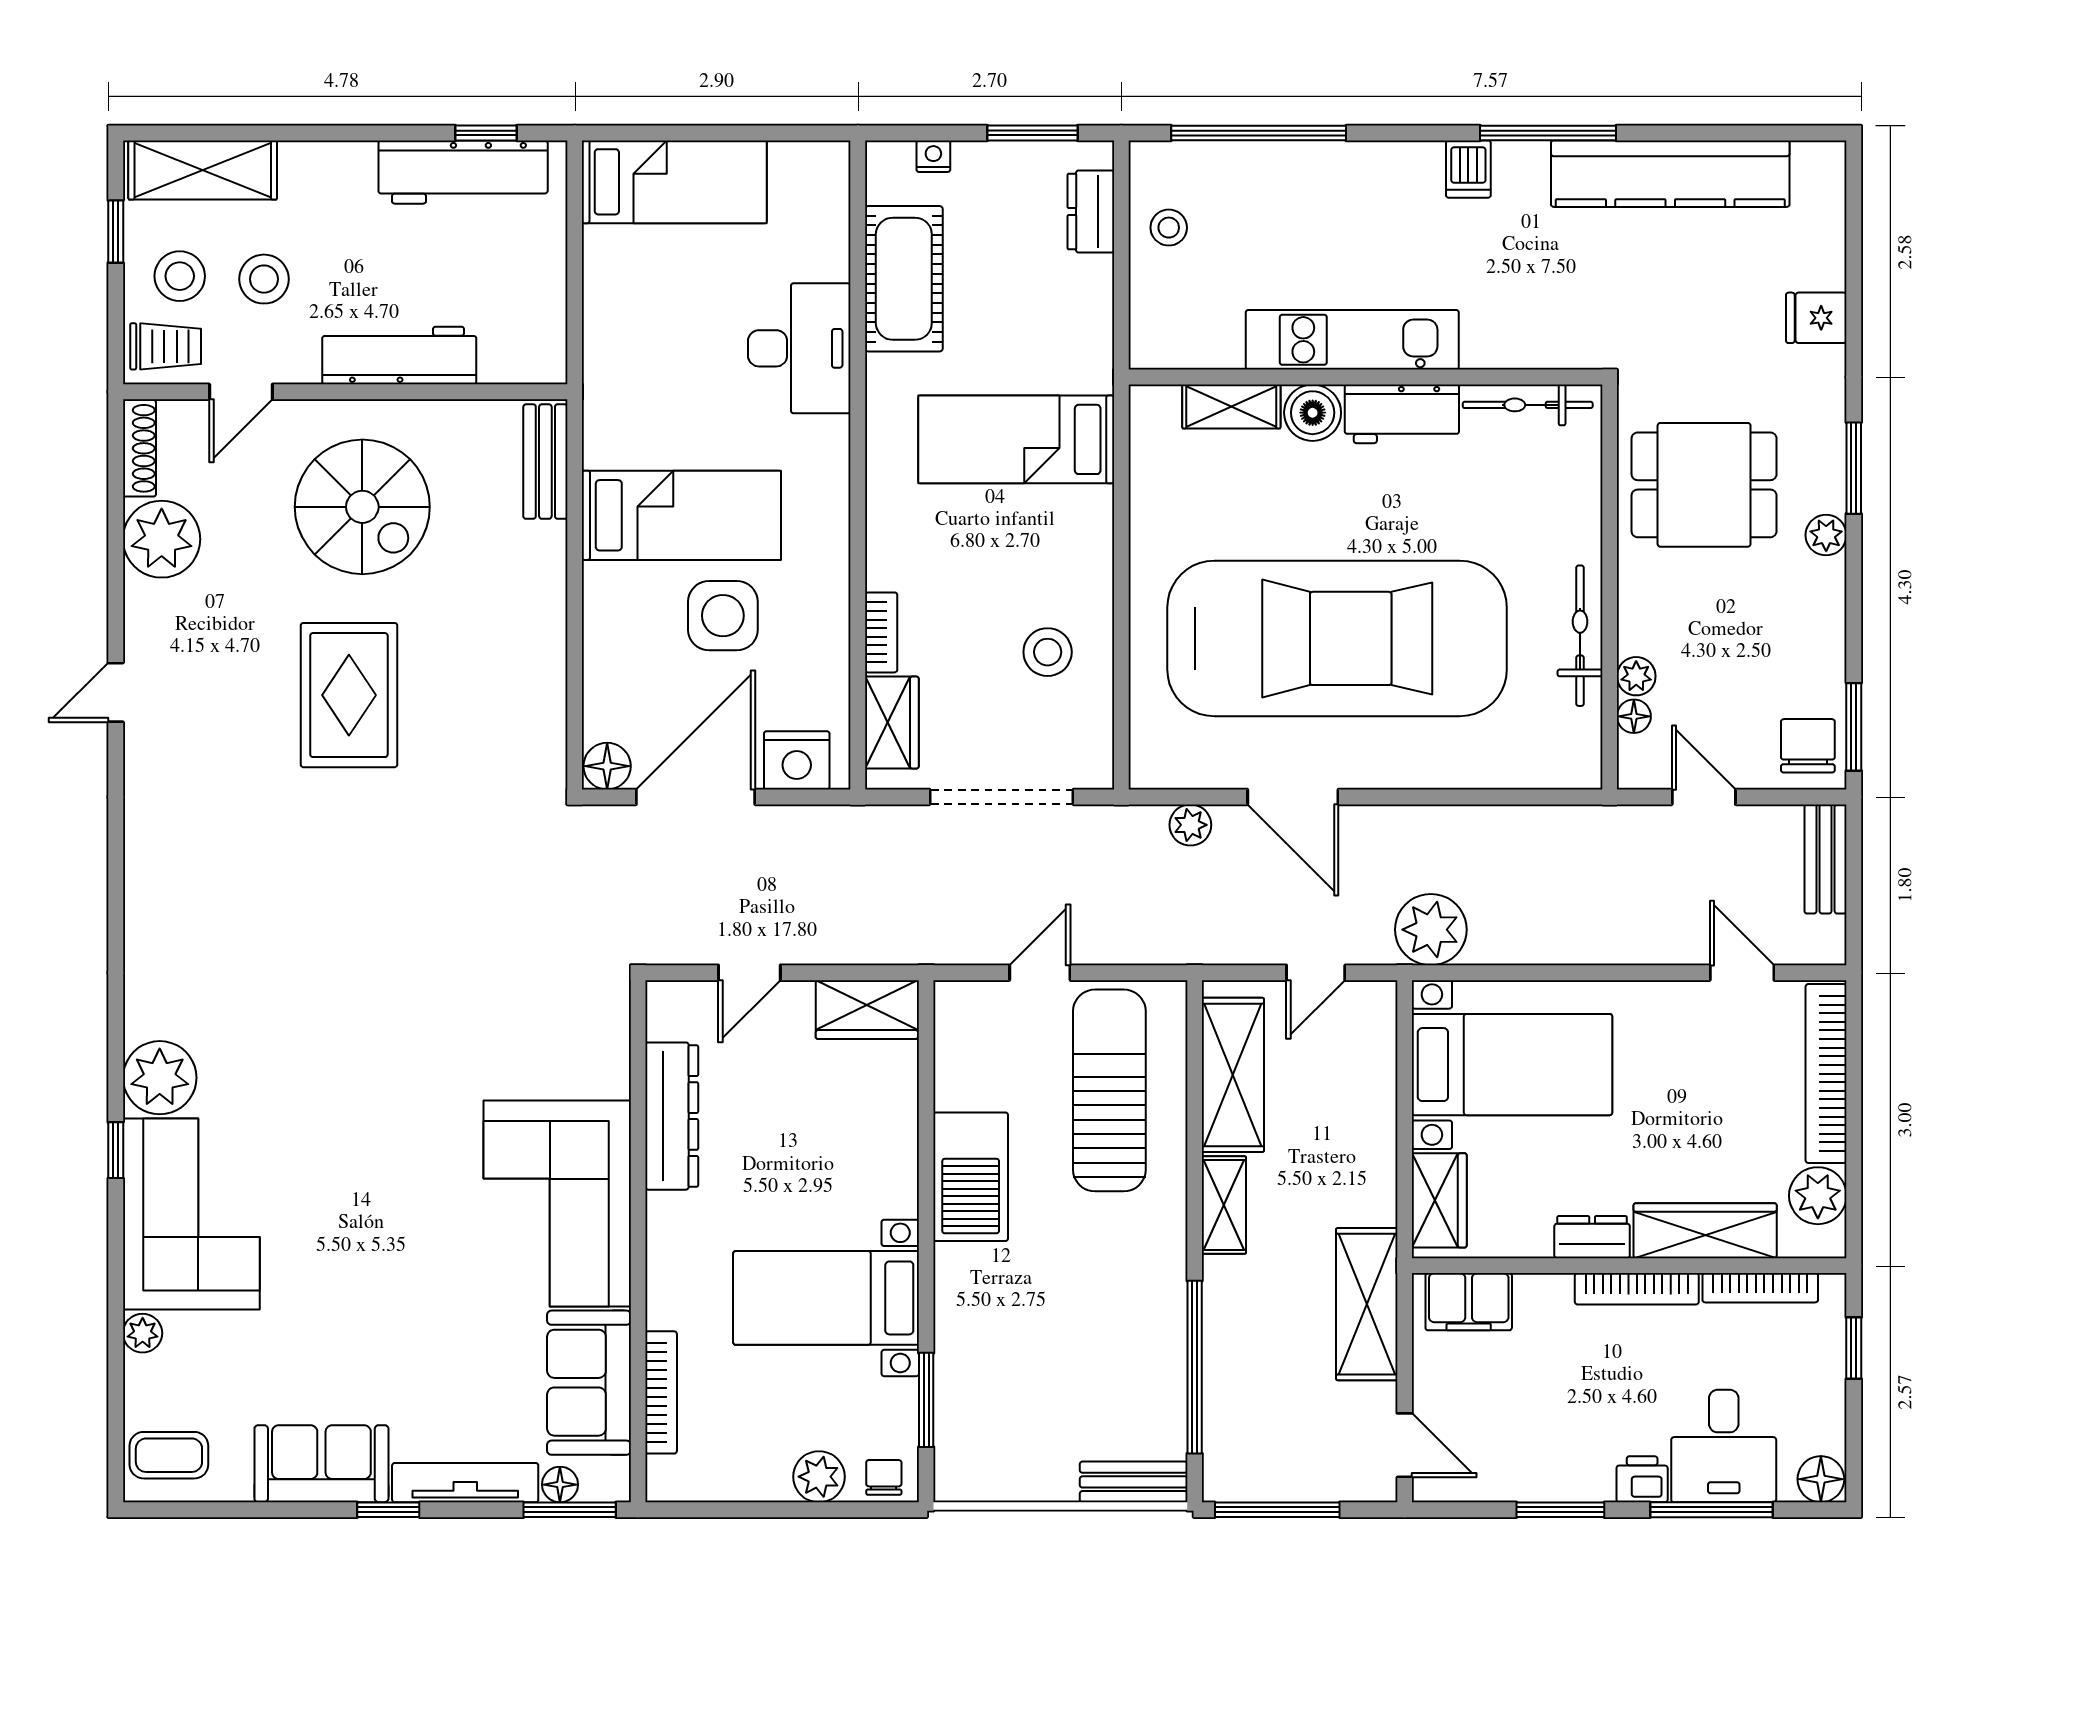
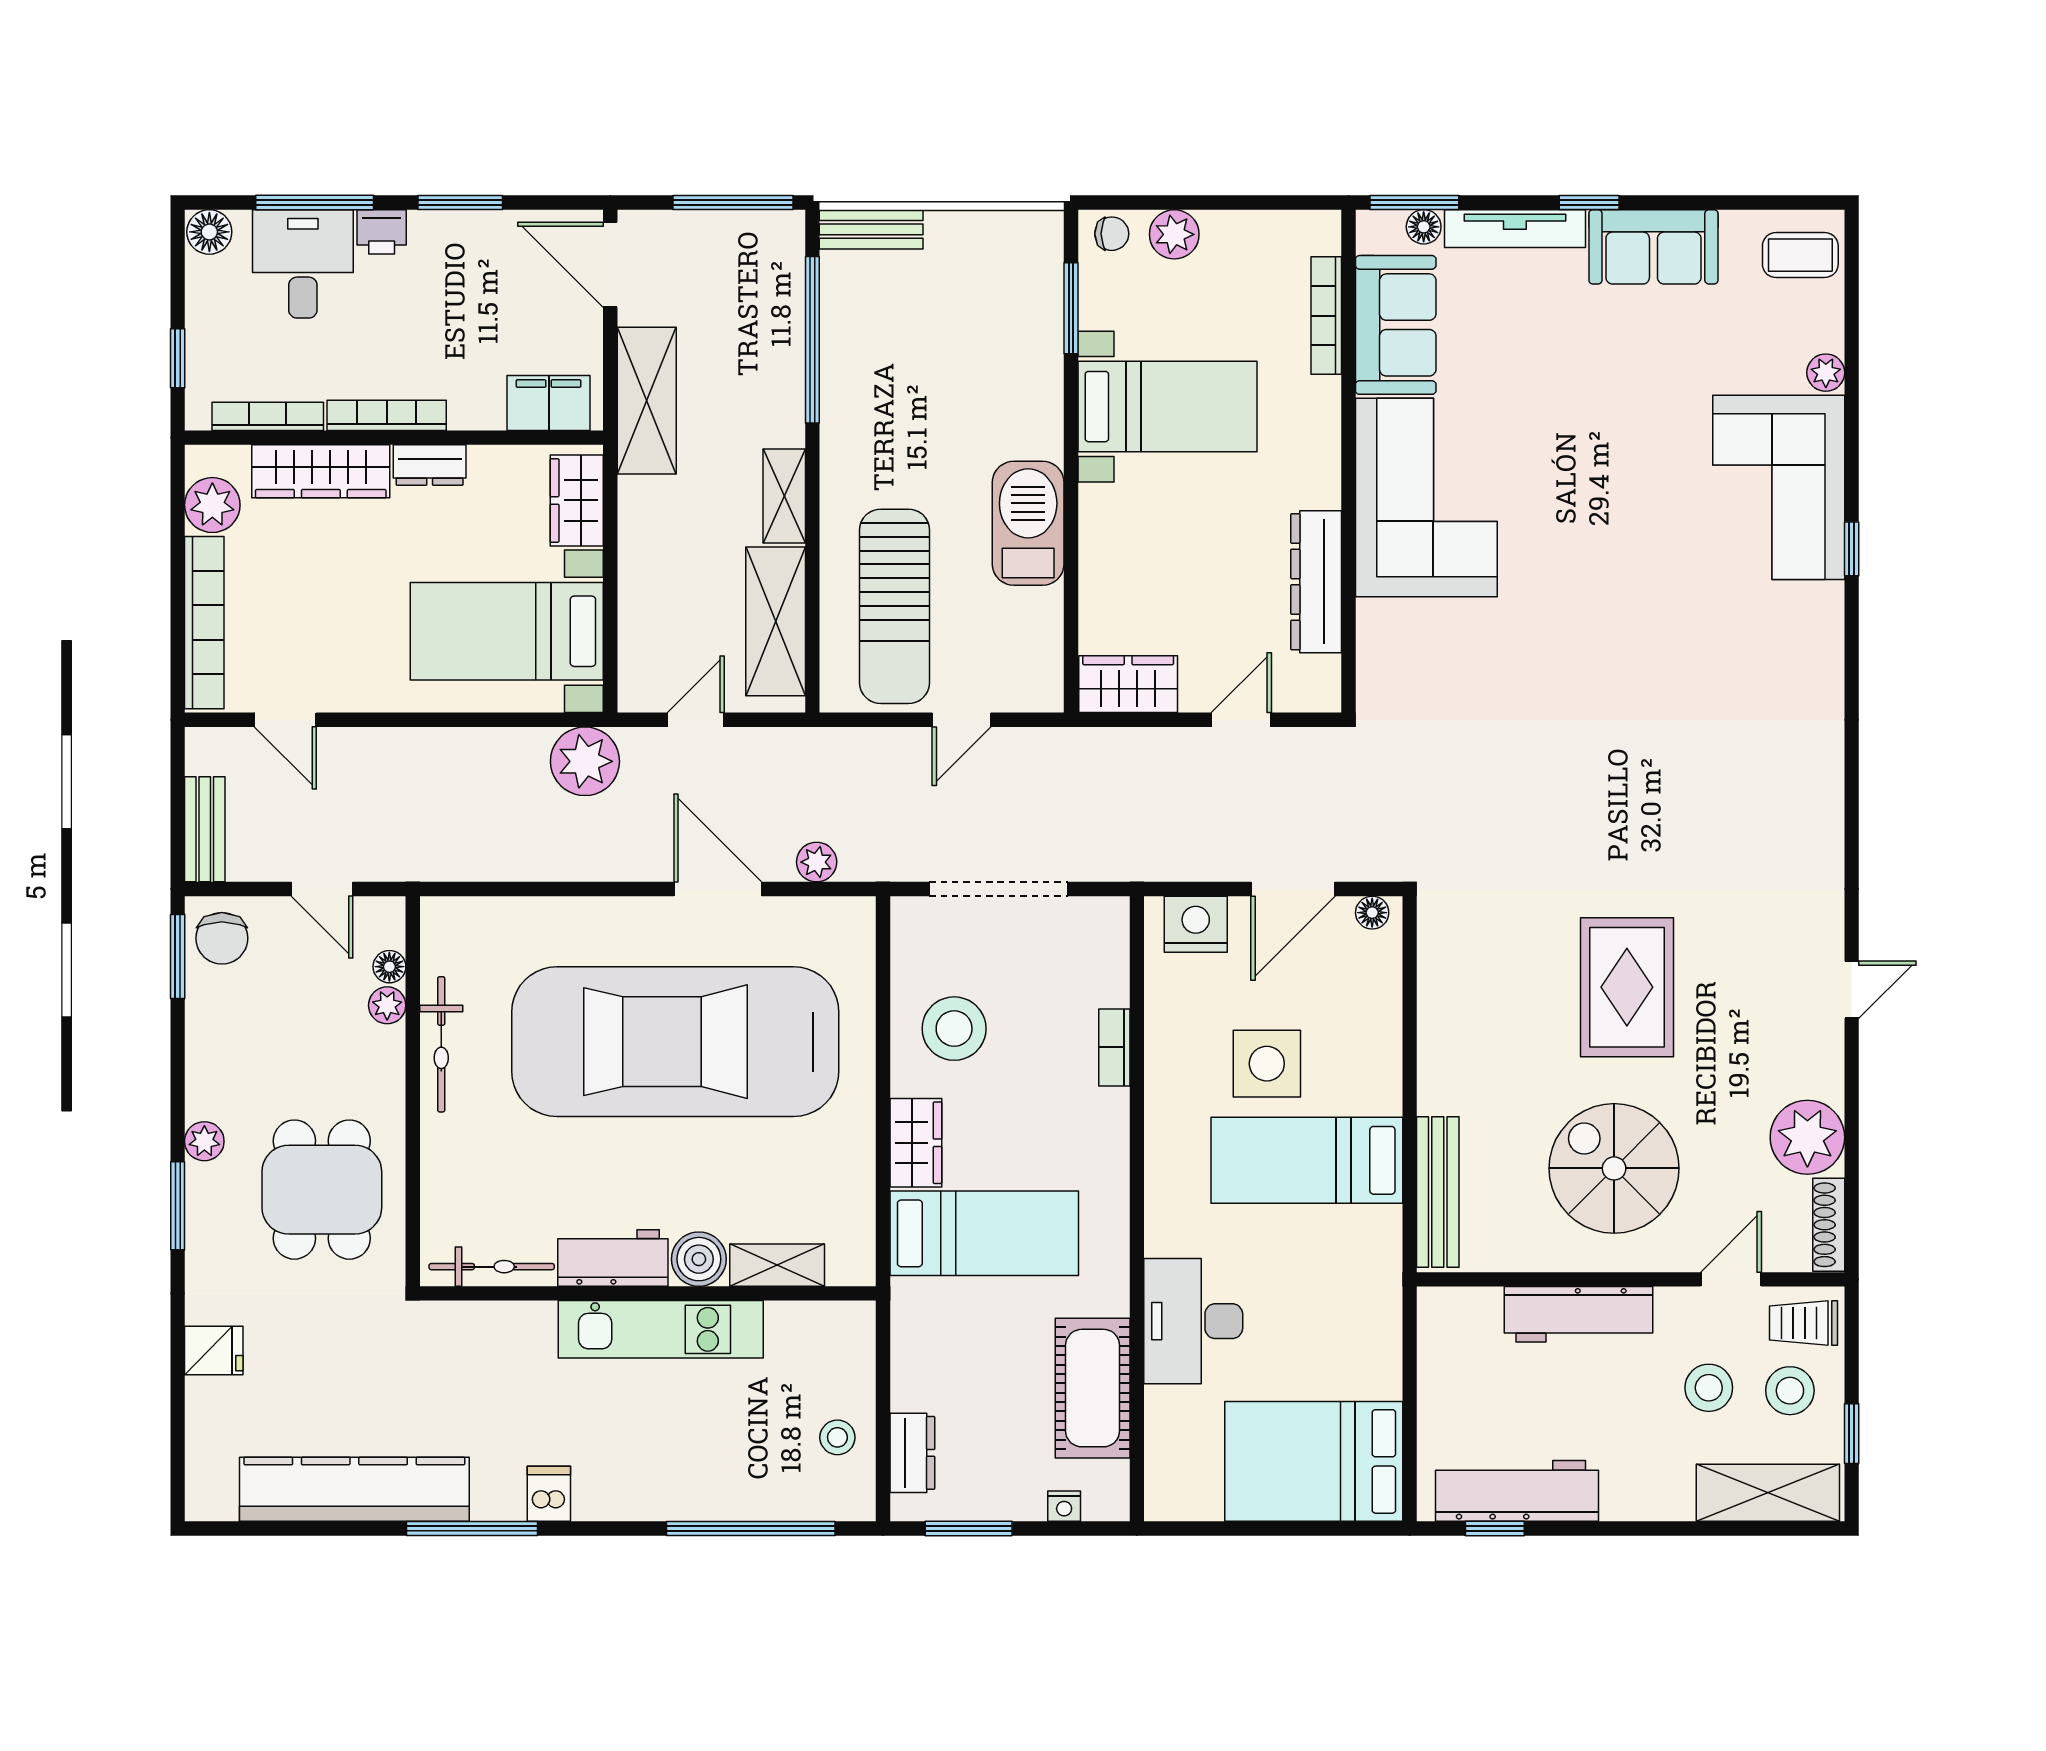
bed: (674, 182) -> (1314, 1461), width x1.50
bench: (545, 462) -> (1438, 1192), width x1.36
dining table: (1704, 485) -> (322, 1190), turned 90
stool: (1048, 652) -> (954, 1029), width x1.38, depth x1.38
wardrobe: (892, 723) -> (916, 1143), moved, turned 180
floor lamp: (607, 766) -> (1372, 913), width x0.73, depth x0.73
door: (696, 797) -> (1293, 889), width x0.73
plant: (160, 1078) -> (1809, 619), removed
door: (1405, 1445) -> (610, 265), width x1.38
chair: (884, 1477) -> (1112, 234), turned -90

